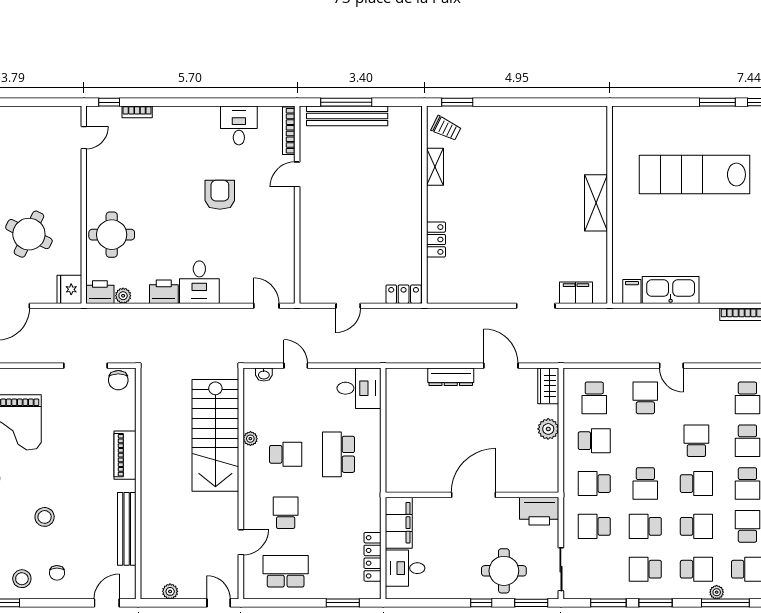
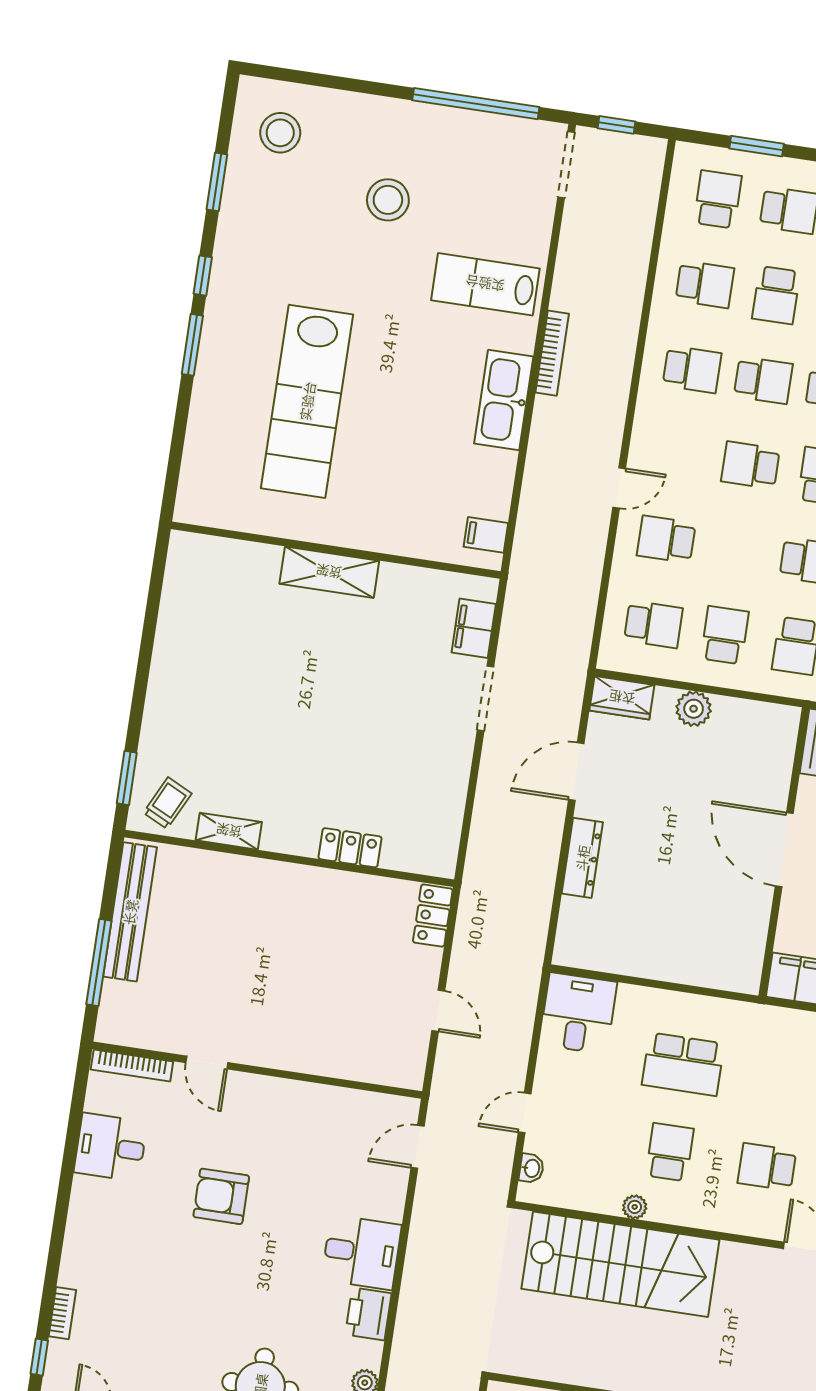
bench: (347, 116) -> (130, 912), moved
kitchen sink: (671, 290) -> (504, 400), moved

